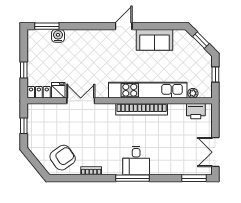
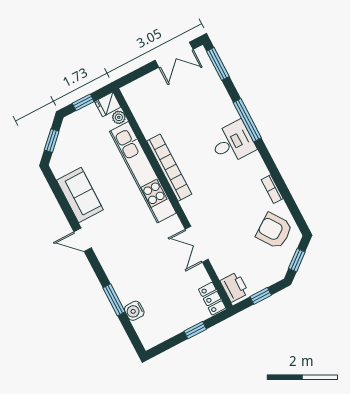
window: (47, 26) -> (114, 300), moved
fridge: (58, 90) -> (108, 104), moved
printer: (196, 111) -> (234, 287), moved
window: (35, 162) -> (297, 260), added
window: (133, 178) -> (247, 120), moved

